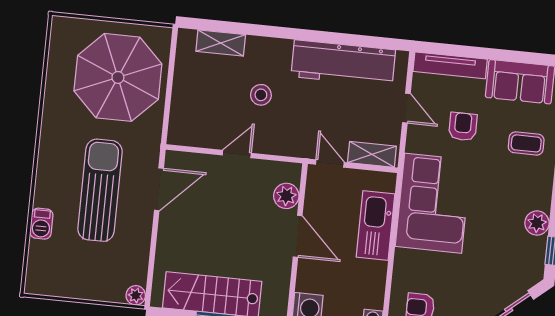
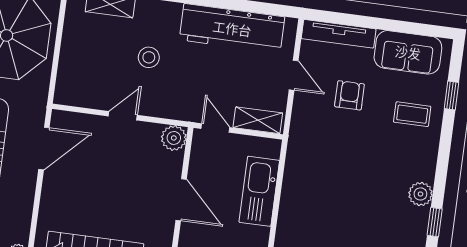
plant: (286, 196) -> (174, 138), moved
corner sofa: (433, 203) -> (317, 171), removed

